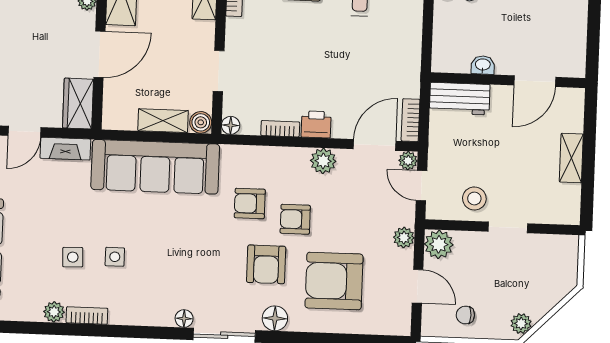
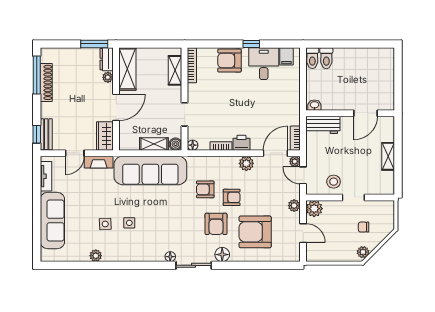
washbasin: (483, 65) -> (314, 105), moved
armchair: (295, 219) -> (232, 197), turned 180
bookcase: (87, 315) -> (115, 257), removed
chair: (465, 315) -> (364, 227), moved

